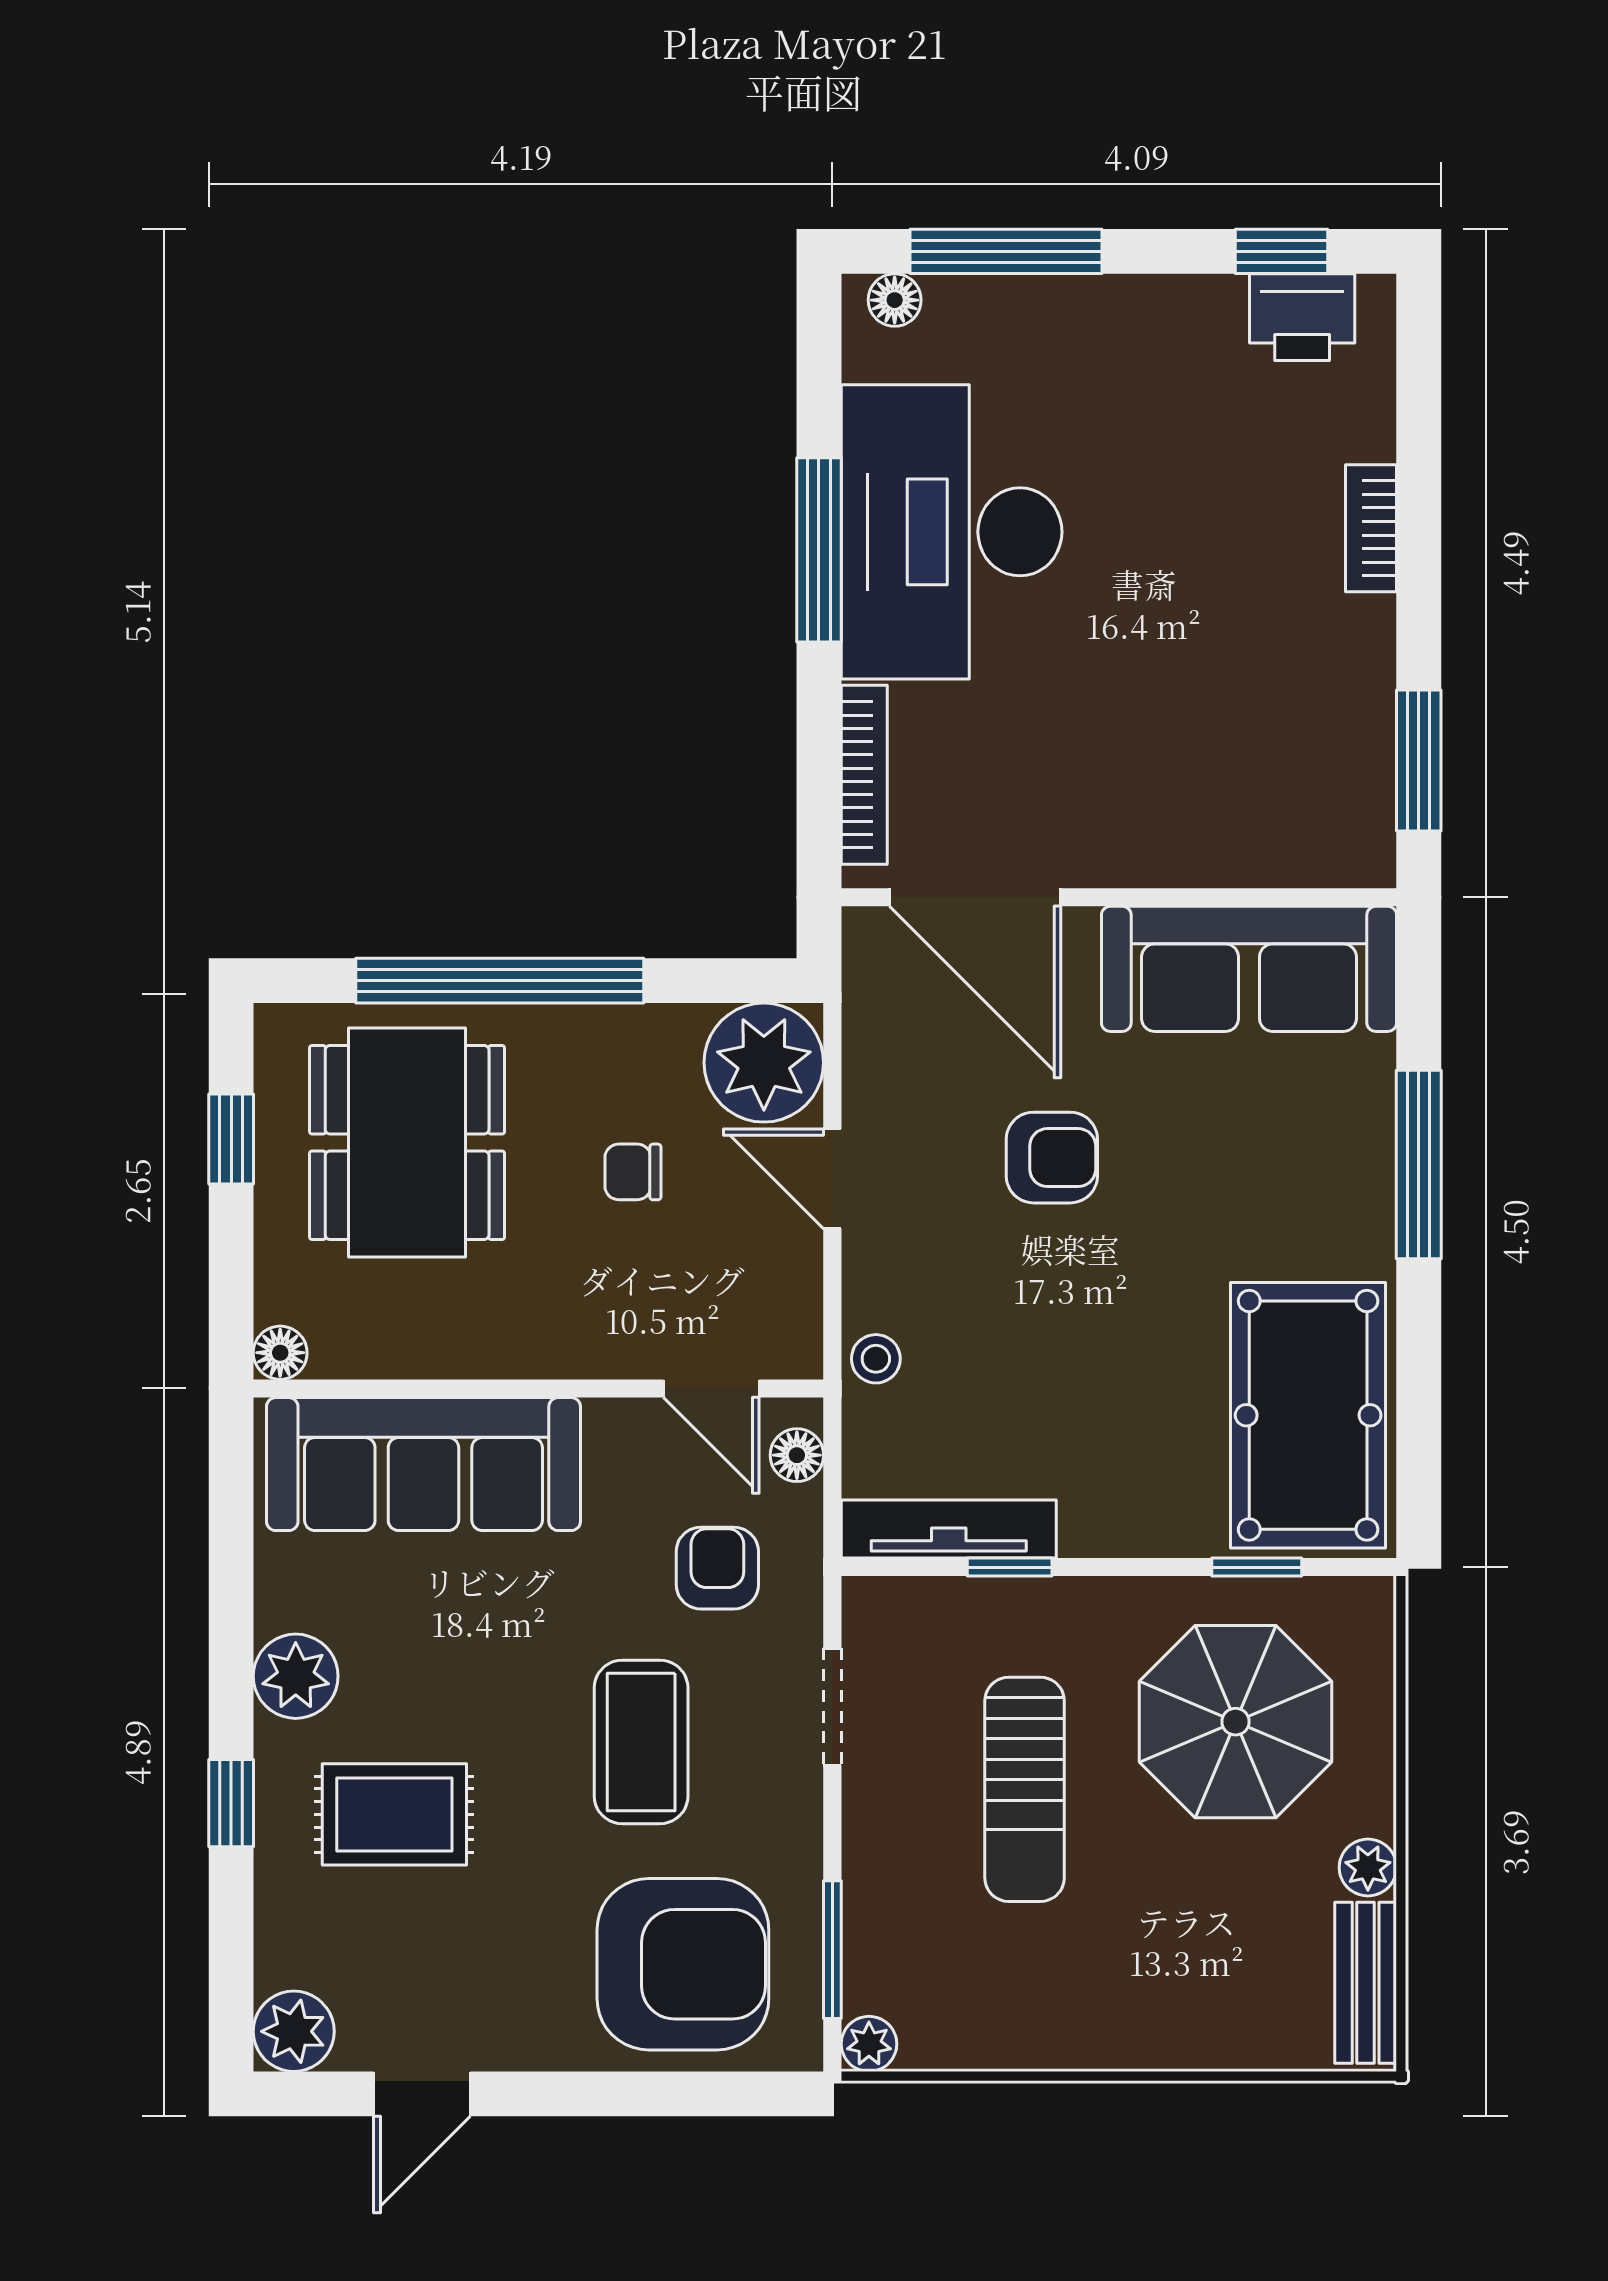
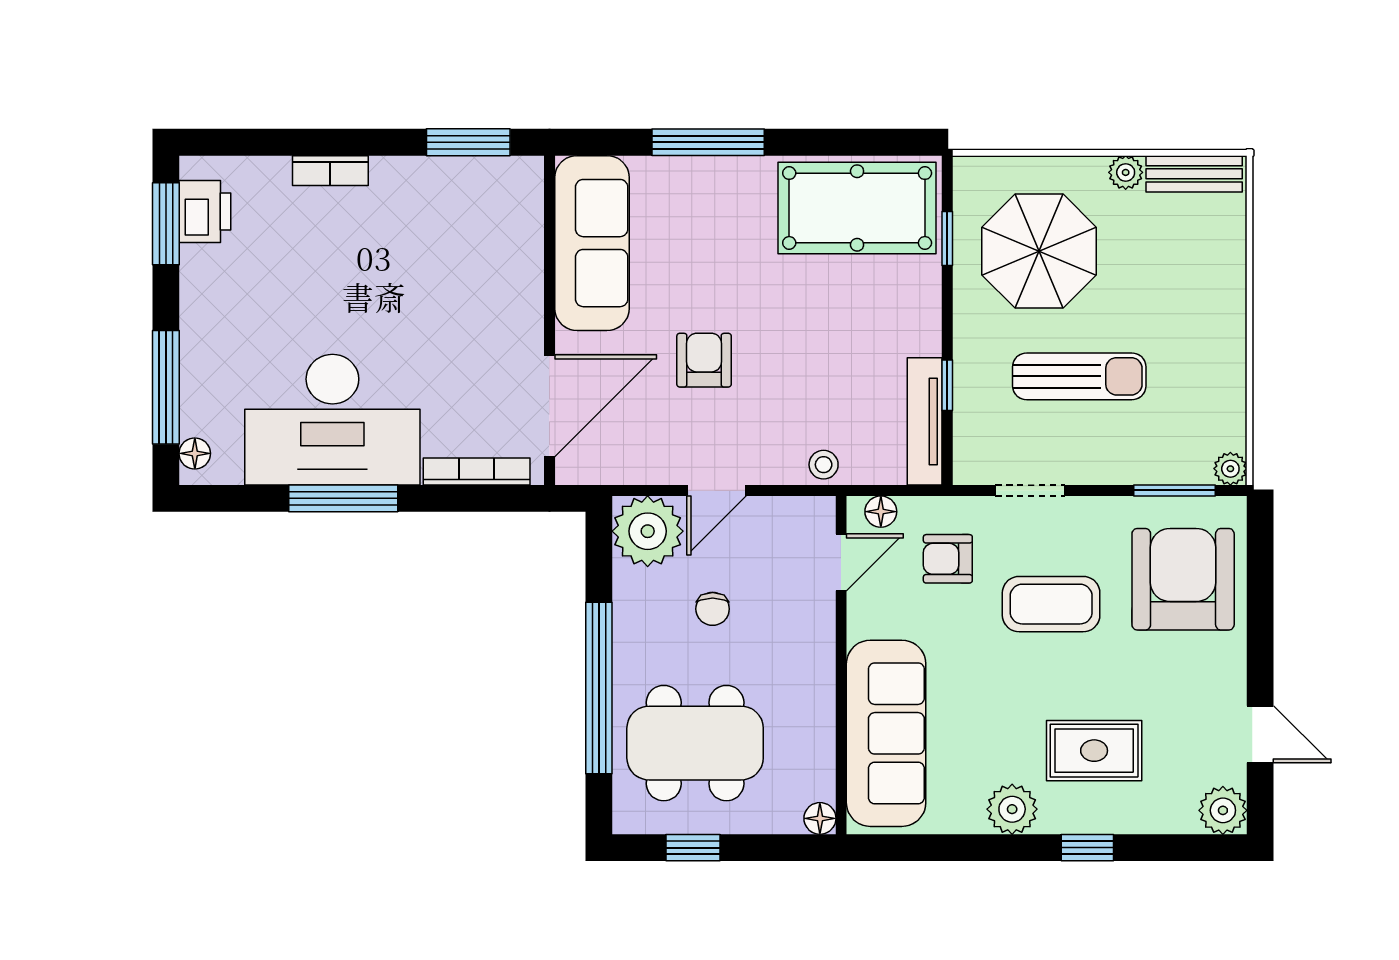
window: (1281, 251) -> (166, 224), width x1.50
rug: (394, 1814) -> (1094, 751), turned 90

